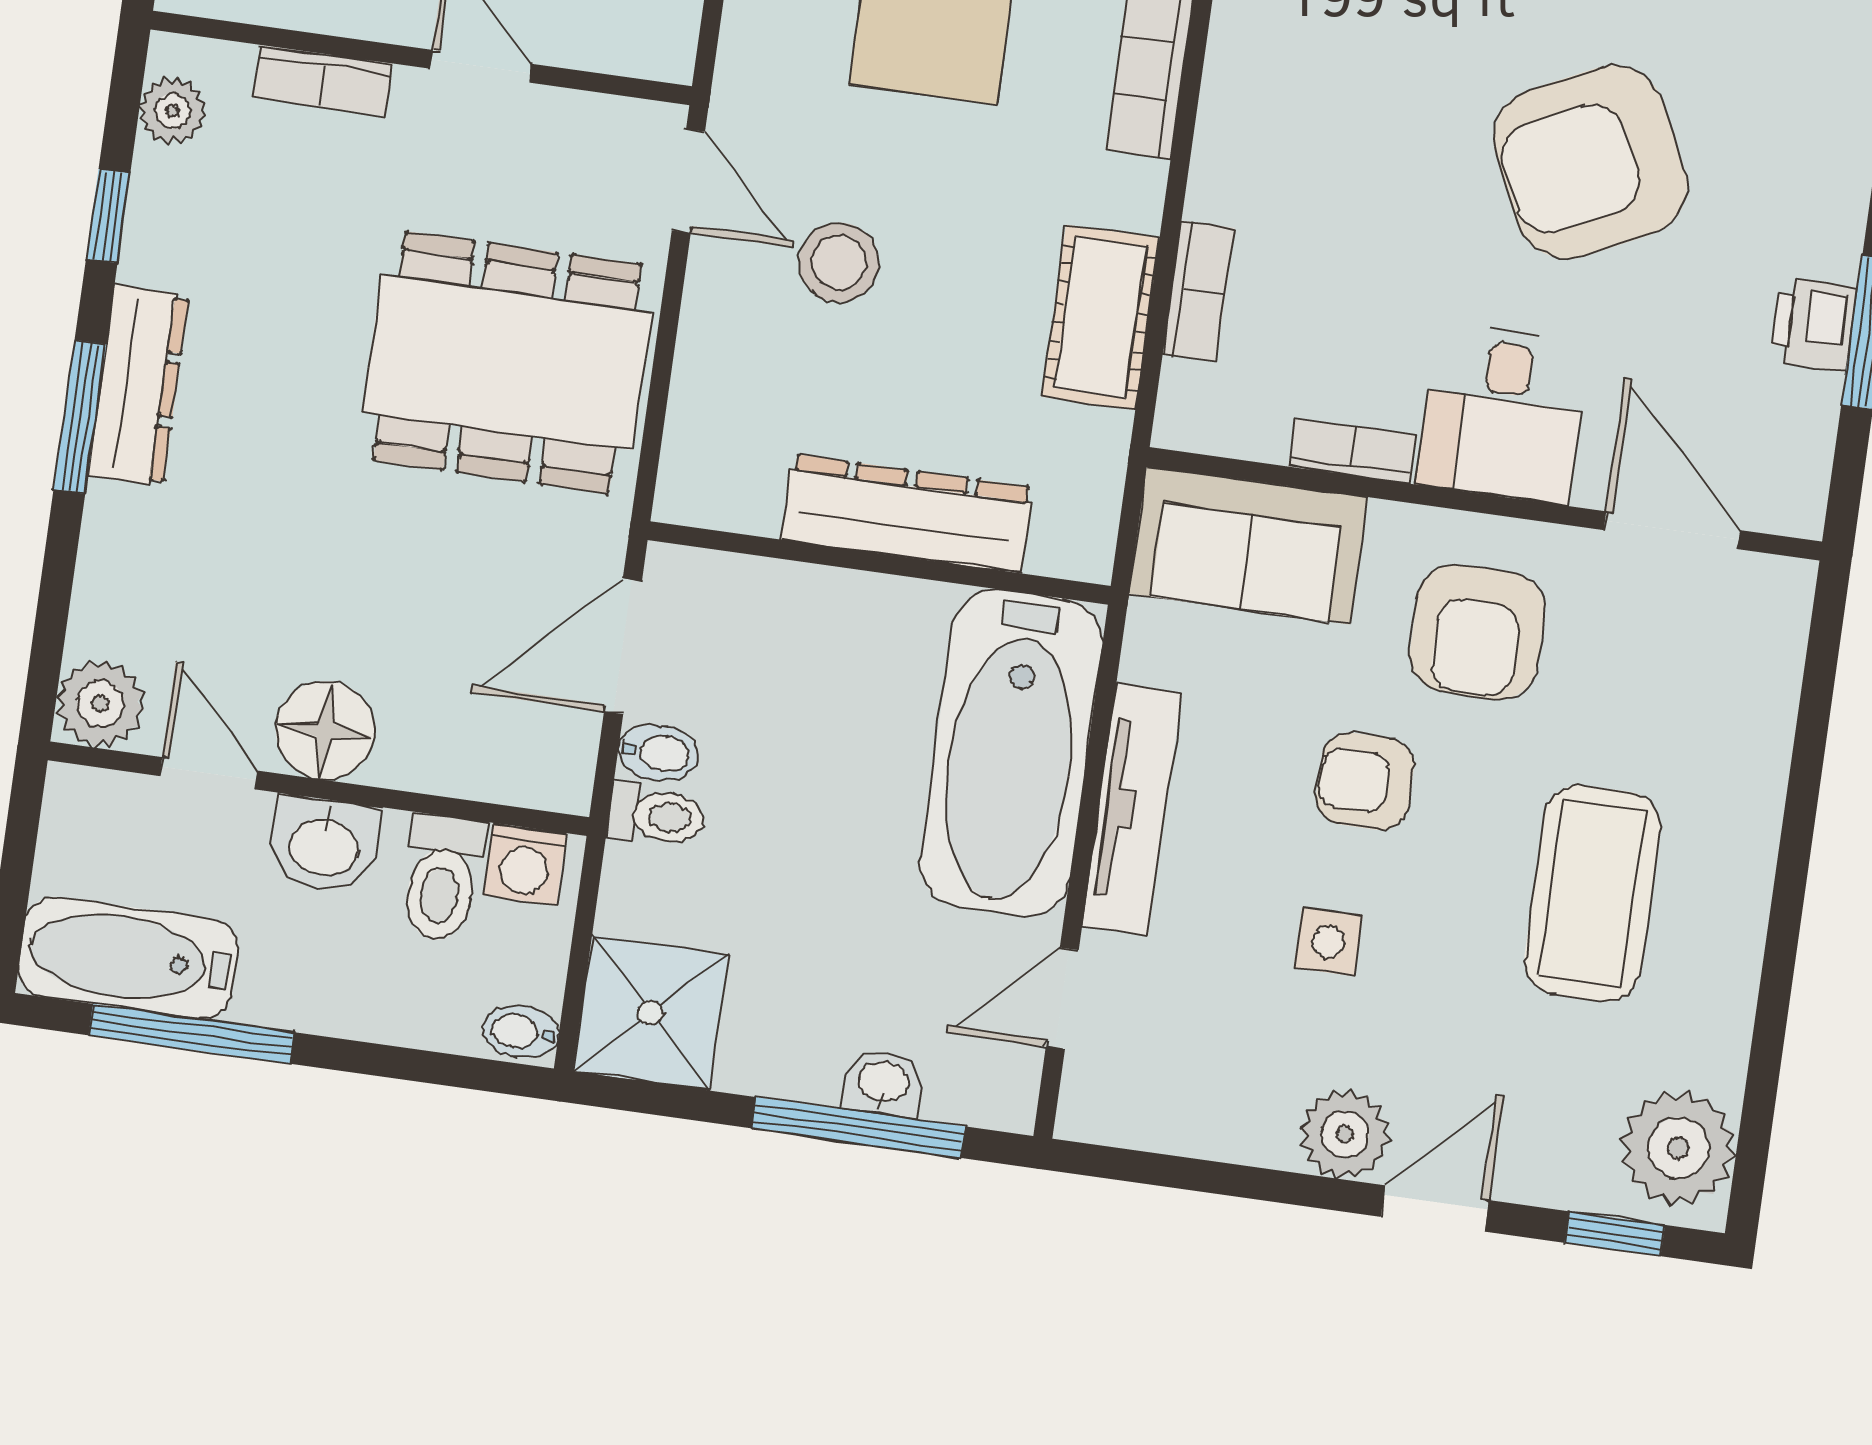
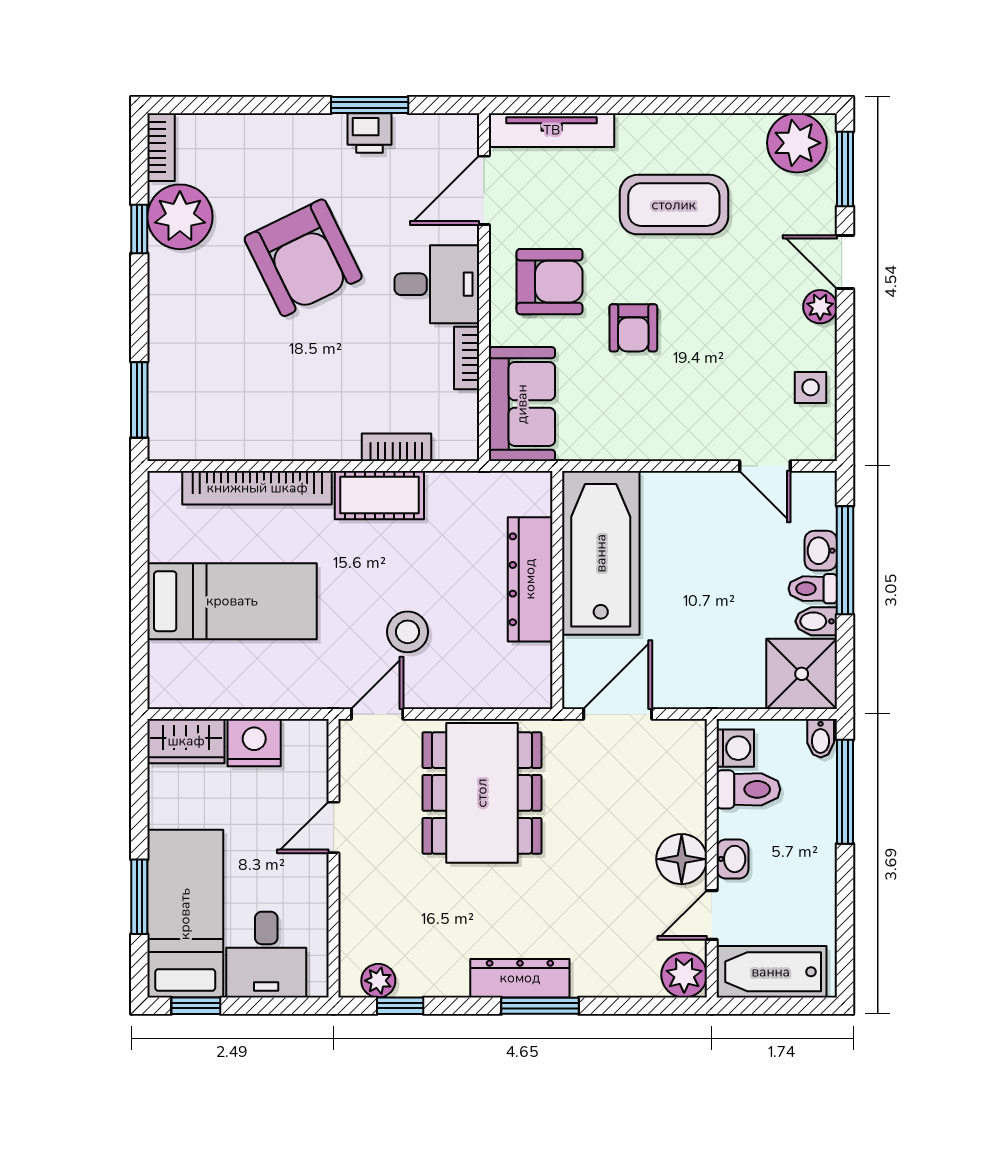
bookcase: (323, 81) -> (352, 907), removed
window: (108, 216) -> (400, 1006), moved
cot: (1101, 317) -> (379, 495), moved
door: (623, 646) -> (618, 714), swing flipped
bidet: (658, 753) -> (816, 621), moved, turned -90
bathtub: (1011, 753) -> (601, 553), moved, turned -90
tv unit: (1132, 810) -> (552, 130), moved, turned 180
toilet: (656, 816) -> (813, 589), moved, turned -90
washbasin: (324, 845) -> (732, 859), width x0.72, depth x0.69
side table: (1328, 942) -> (811, 387), moved
bathtub: (128, 958) -> (771, 972), moved, turned 90
window: (191, 1034) -> (845, 792), moved
plant: (1345, 1134) -> (820, 307), width x0.73, depth x0.73
window: (1615, 1234) -> (845, 169), width x1.50

